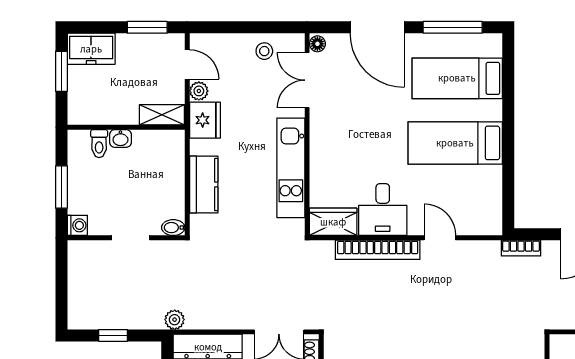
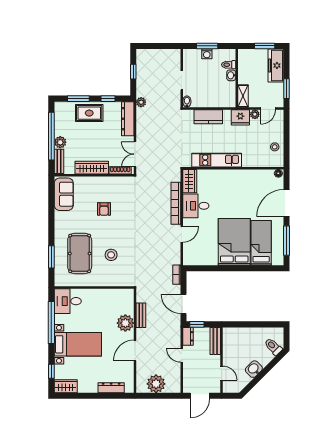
freezer: (91, 49) -> (276, 66), width x1.40
double door: (307, 80) -> (260, 168), removed
bed: (455, 143) -> (234, 242), width x1.50
washing machine: (77, 225) -> (207, 54), moved

